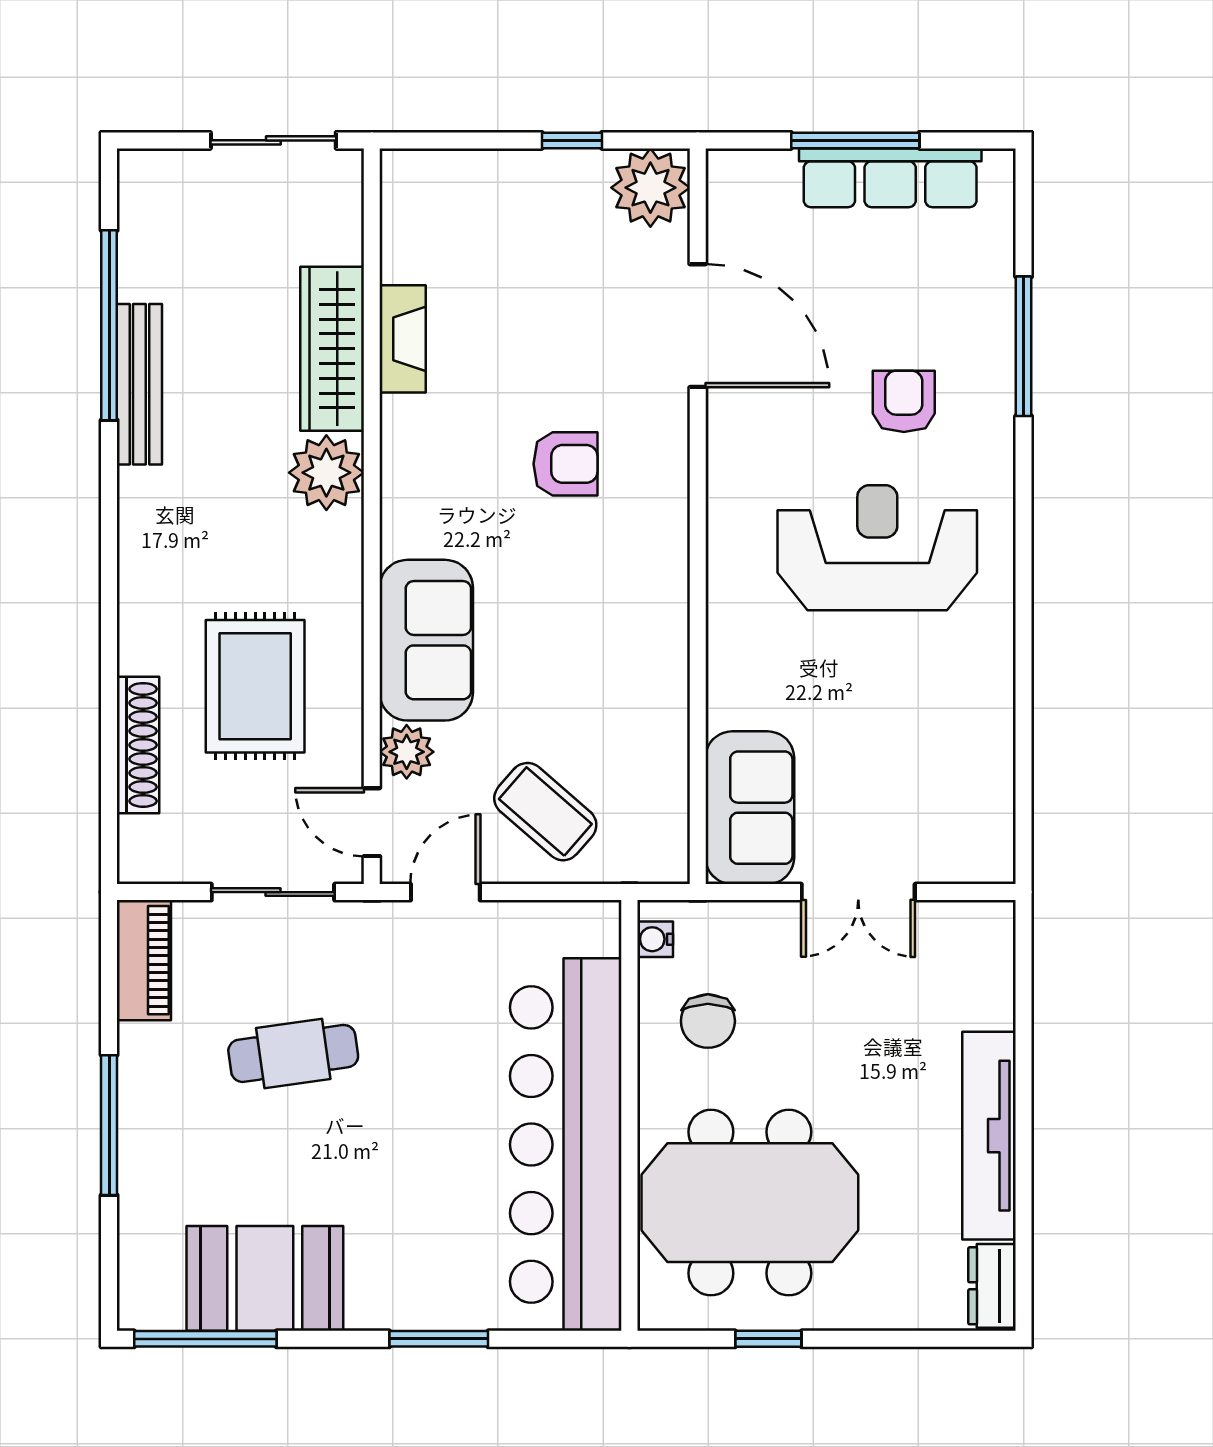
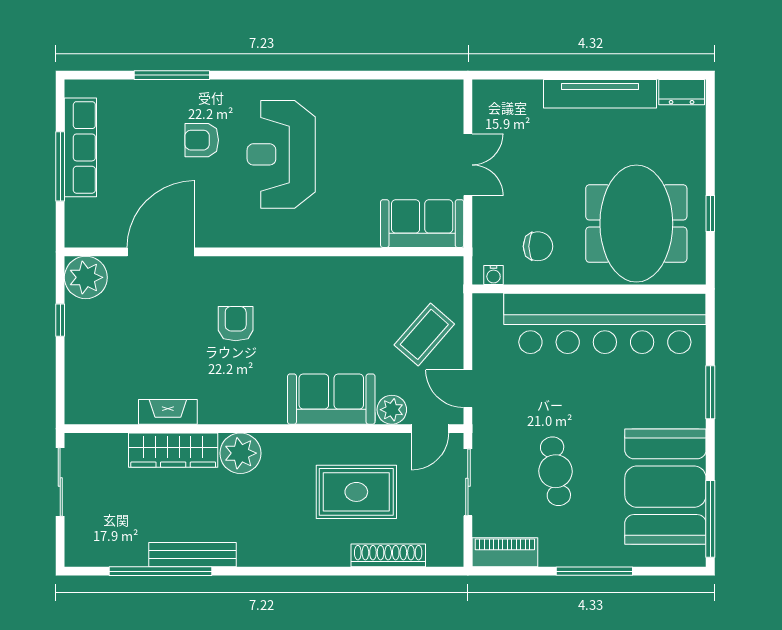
booth: (265, 1278) -> (665, 487), width x1.36, depth x1.42

